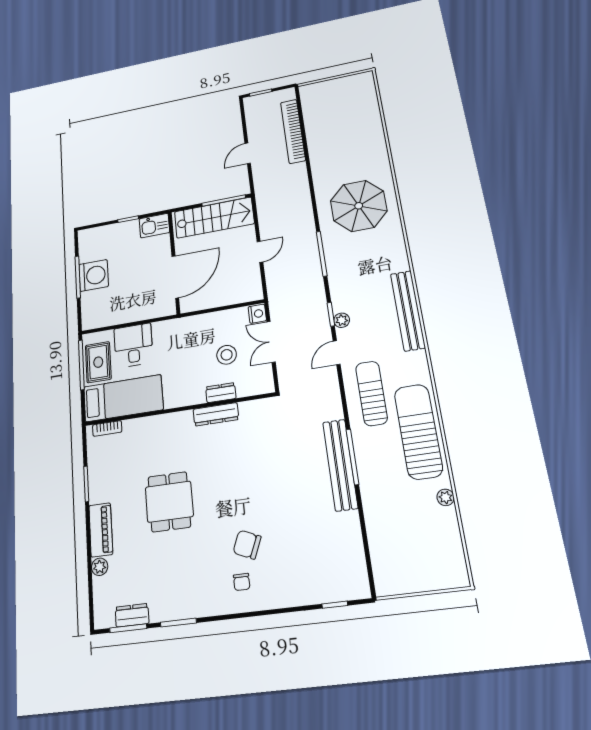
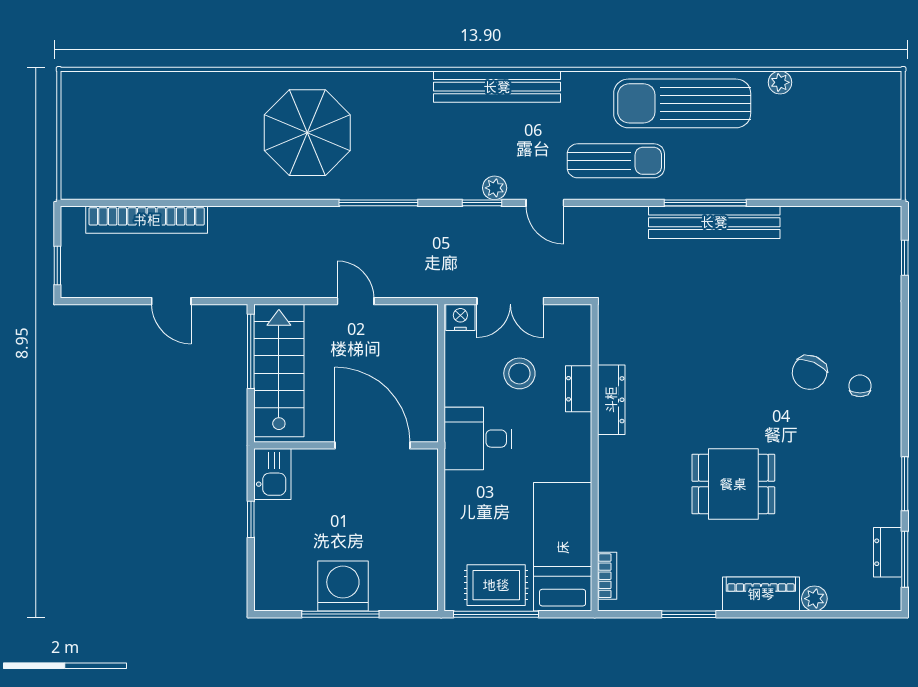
desk: (133, 345) -> (478, 439), moved
sun lounger: (372, 393) -> (616, 161), turned 180
chair: (242, 582) -> (860, 386), turned -90

